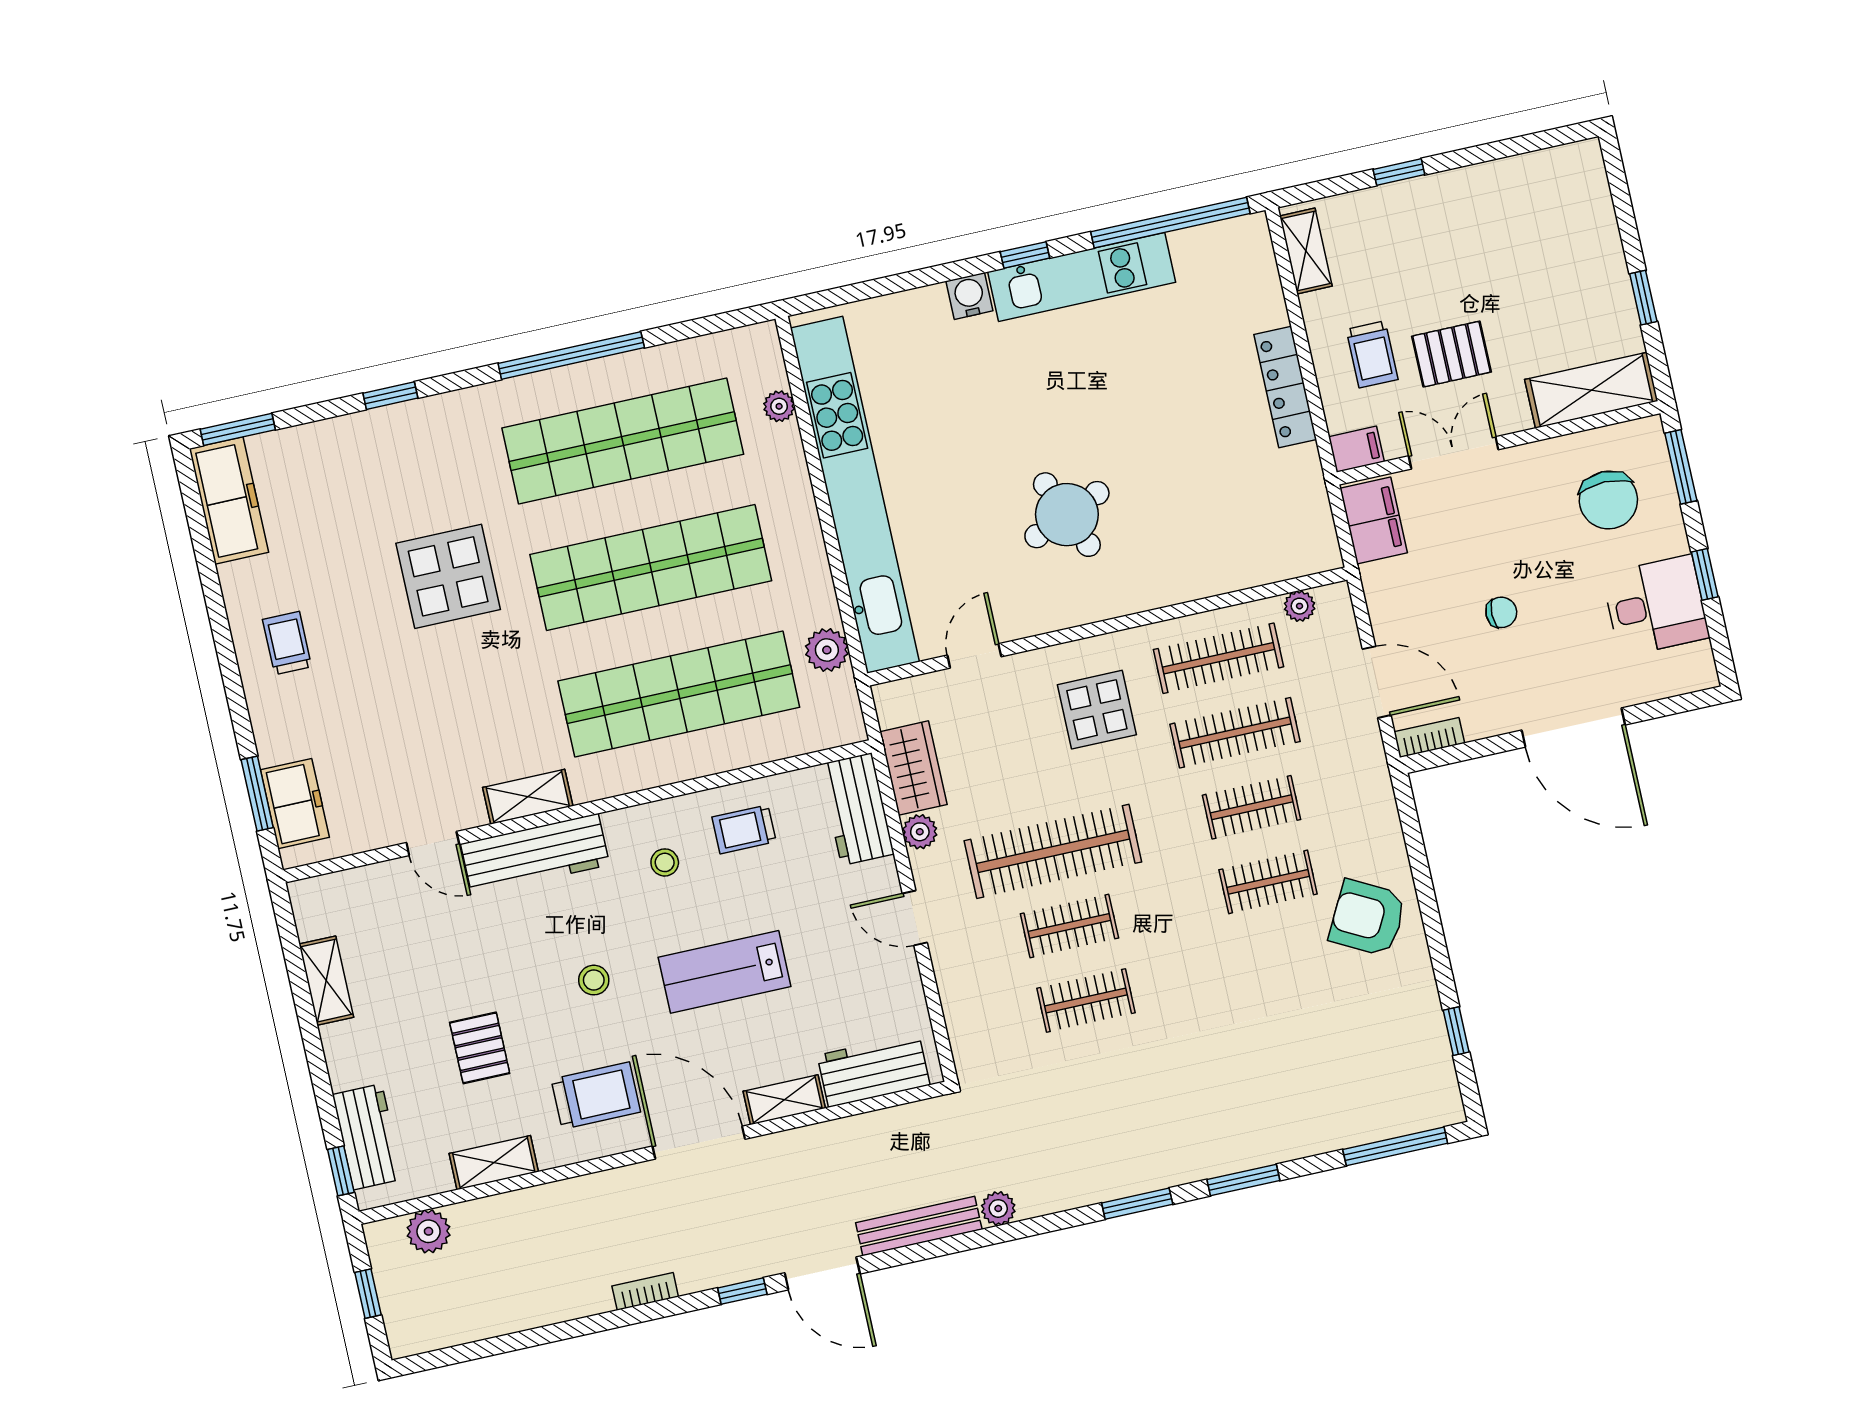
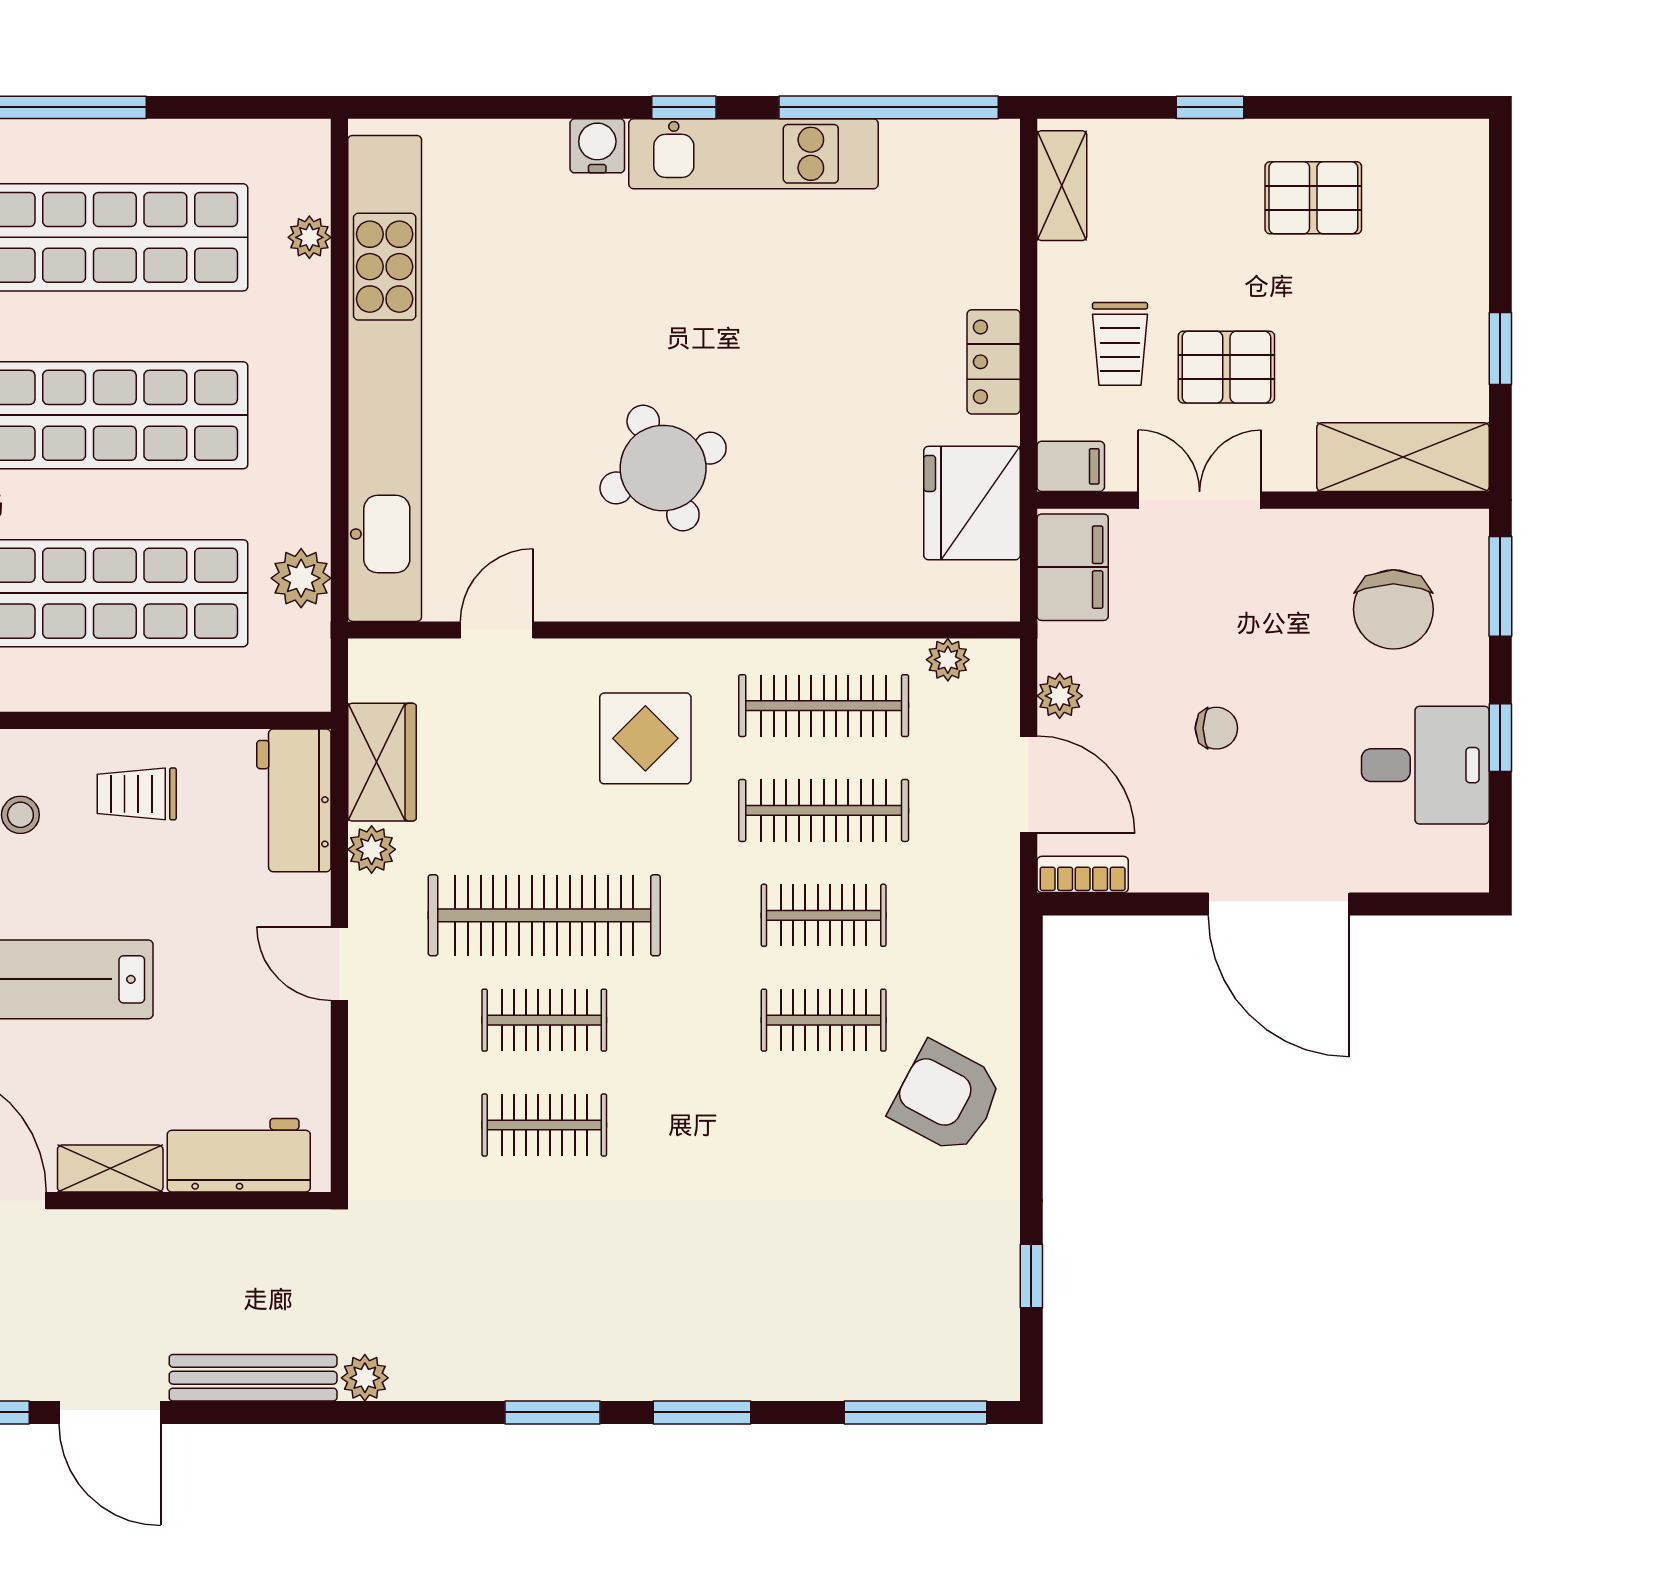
pallet: (1487, 220) -> (1313, 198), added
locker: (1285, 387) -> (994, 362), width x0.66
fridge: (1292, 491) -> (972, 503), added
plant: (1385, 614) -> (1060, 696), added

